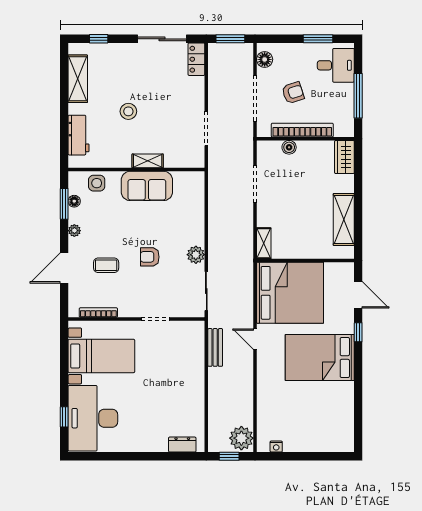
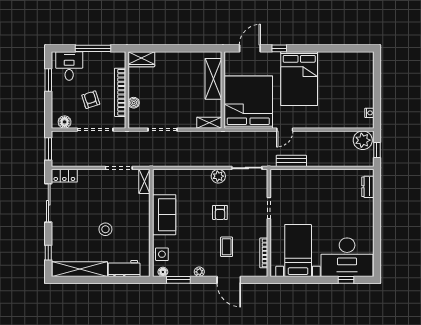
shelving: (78, 79) -> (80, 269), width x1.47
shelving: (148, 161) -> (144, 181), moved
floor lamp: (74, 201) -> (163, 272), moved
shelving: (344, 219) -> (213, 79), moved, turned 90

